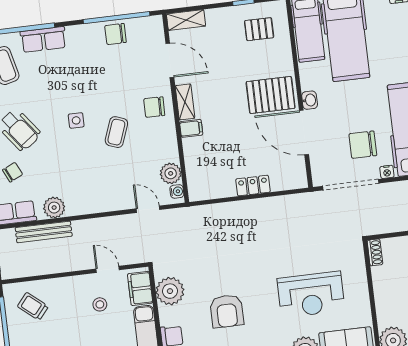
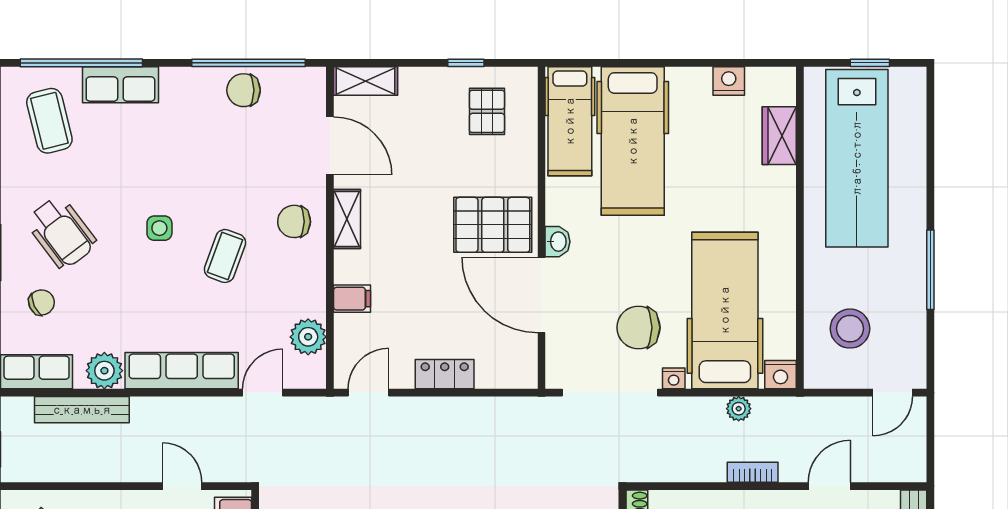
pallet: (259, 29) -> (487, 111), turned 90
filing cabinet: (191, 128) -> (352, 299), moved
water cooler: (177, 191) -> (315, 369), removed
row of seats: (99, 202) -> (182, 371), added
door: (210, 202) -> (369, 393), added
door: (148, 209) -> (263, 393), hinge flipped

